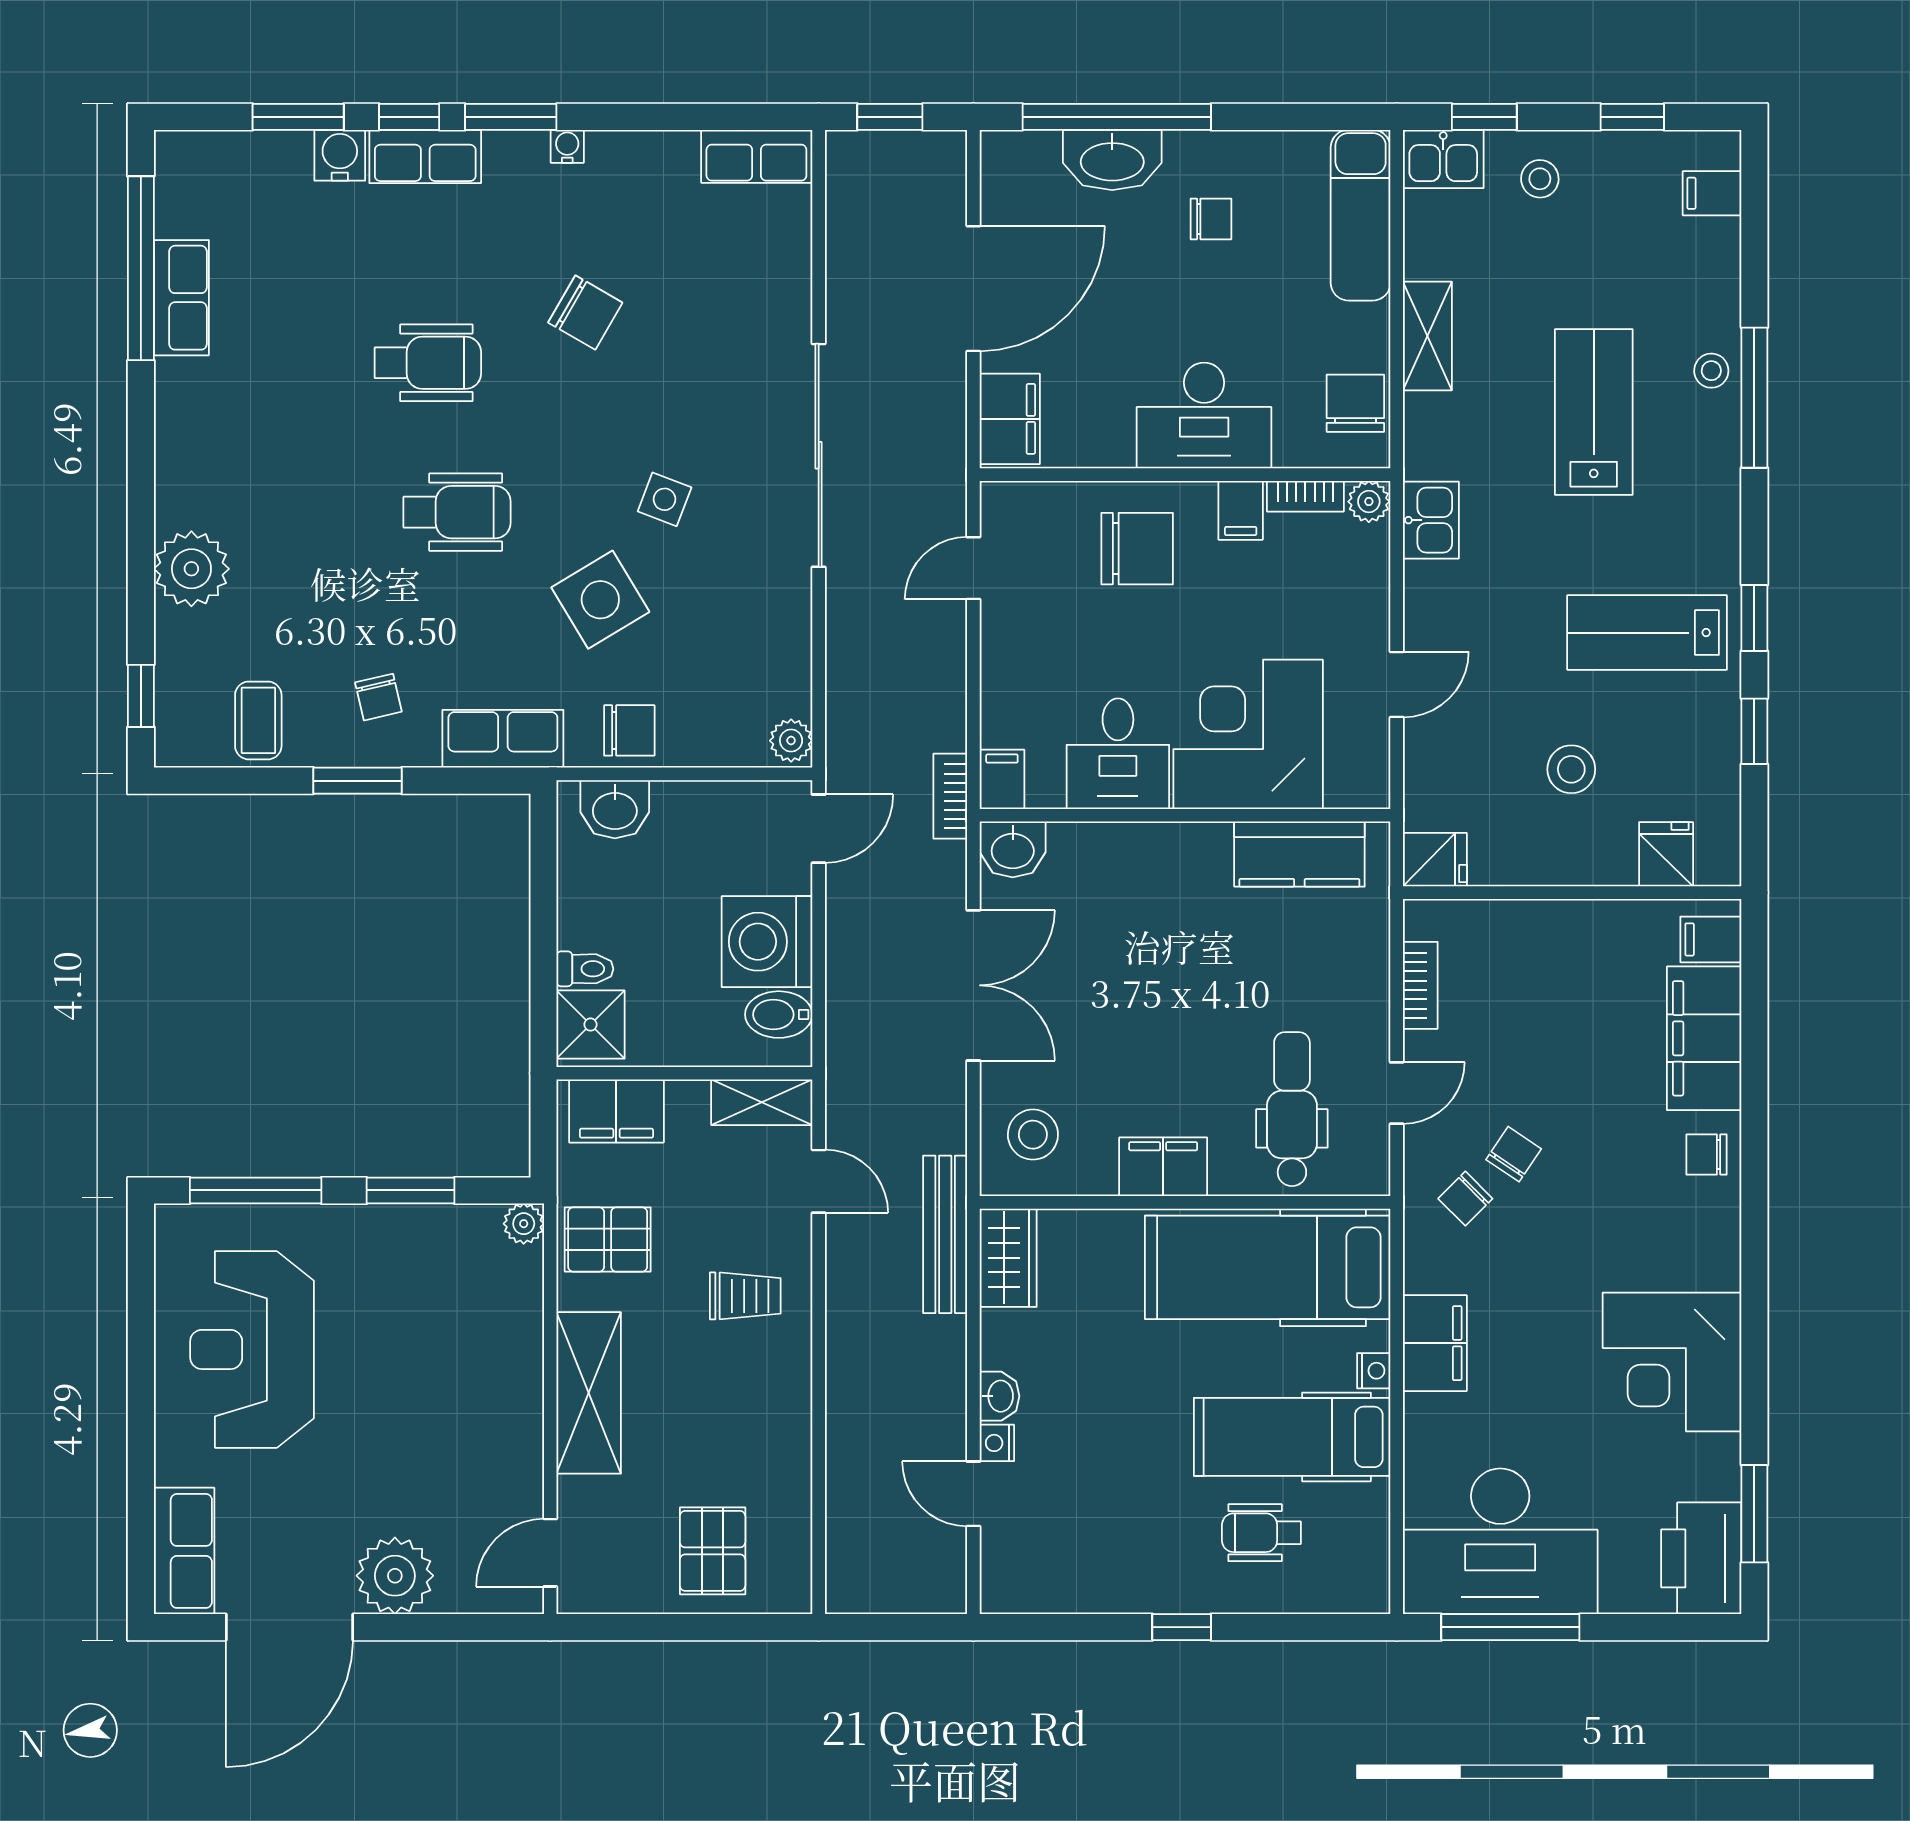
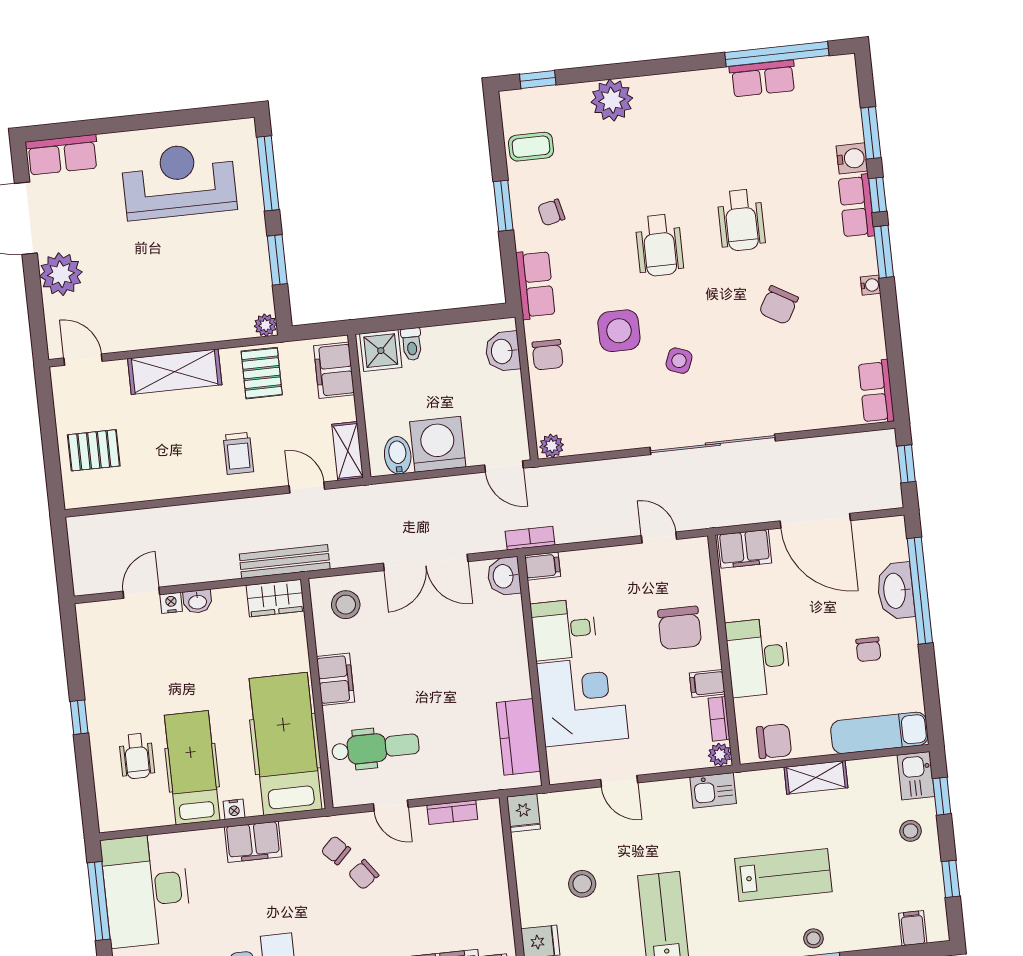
side table: (600, 600) -> (619, 331), turned 31
chair: (1514, 1154) -> (363, 875), turned 110
door: (819, 1181) -> (307, 488), swing flipped
wheelchair: (1261, 1533) -> (137, 756), turned 180

